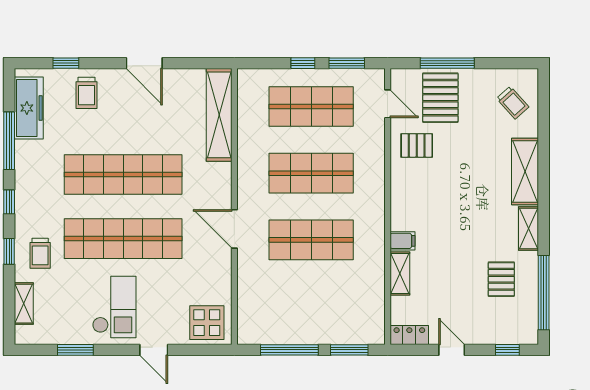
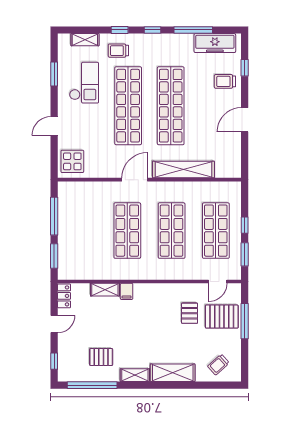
shelving: (219, 115) -> (183, 170), moved
pallet: (417, 145) -> (190, 313), moved
checkout: (114, 307) -> (84, 83), moved, turned -90

